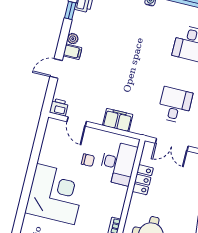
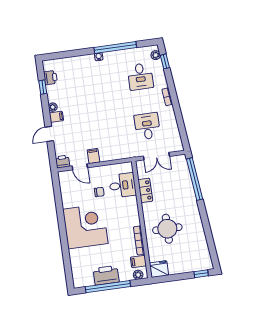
filing cabinet: (118, 120) -> (93, 156), moved, width x0.50
desk: (118, 163) -> (122, 185), width x0.73

